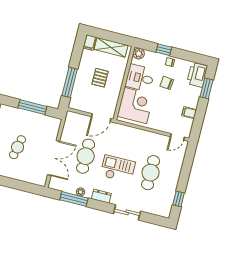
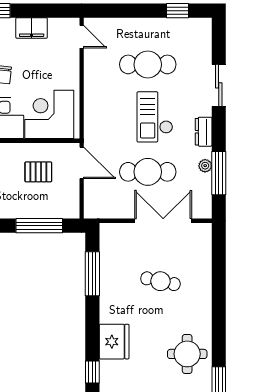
pallet: (100, 78) -> (38, 172), moved
filing cabinet: (189, 113) -> (32, 28), width x2.00

